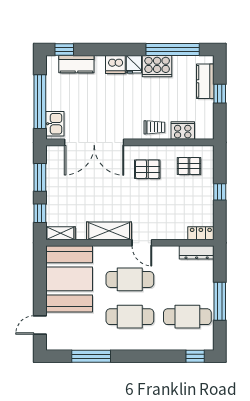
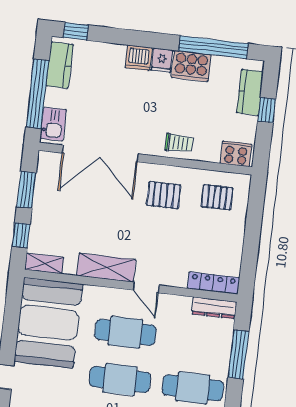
kitchen counter: (76, 64) -> (60, 65), moved, turned -90
cooker: (183, 131) -> (236, 154), moved
window: (220, 192) -> (252, 234), removed
locker: (201, 233) -> (213, 283), width x1.53
window: (220, 301) -> (238, 354), moved

